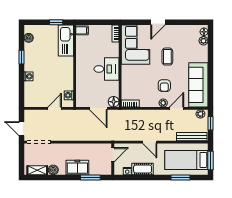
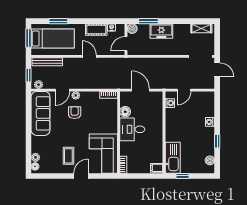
coffee table: (167, 57) -> (68, 156), moved
floor lamp: (114, 102) -> (125, 112), moved
boiler: (53, 170) -> (132, 29), moved

